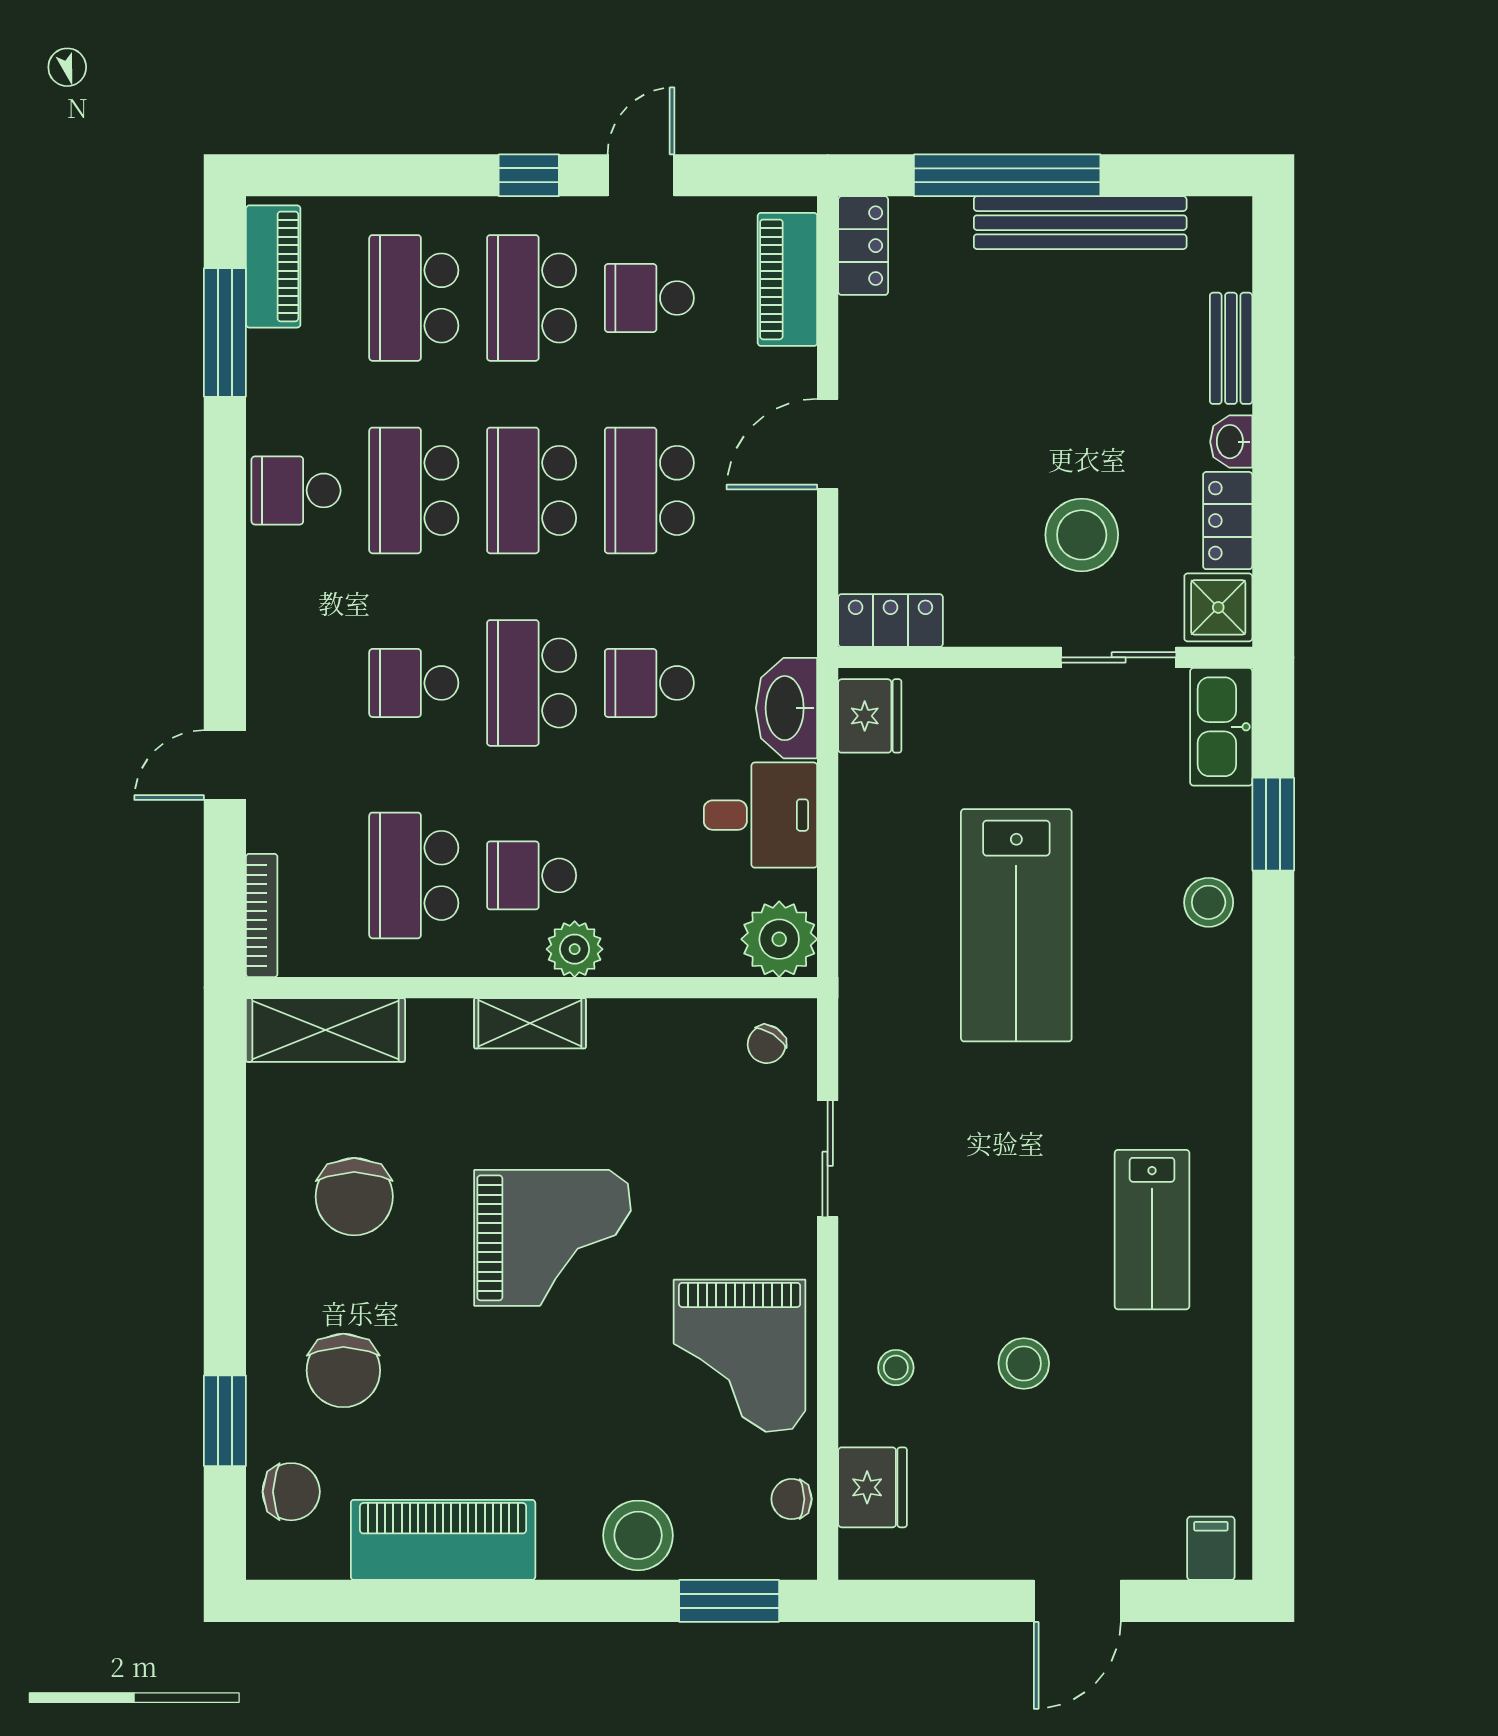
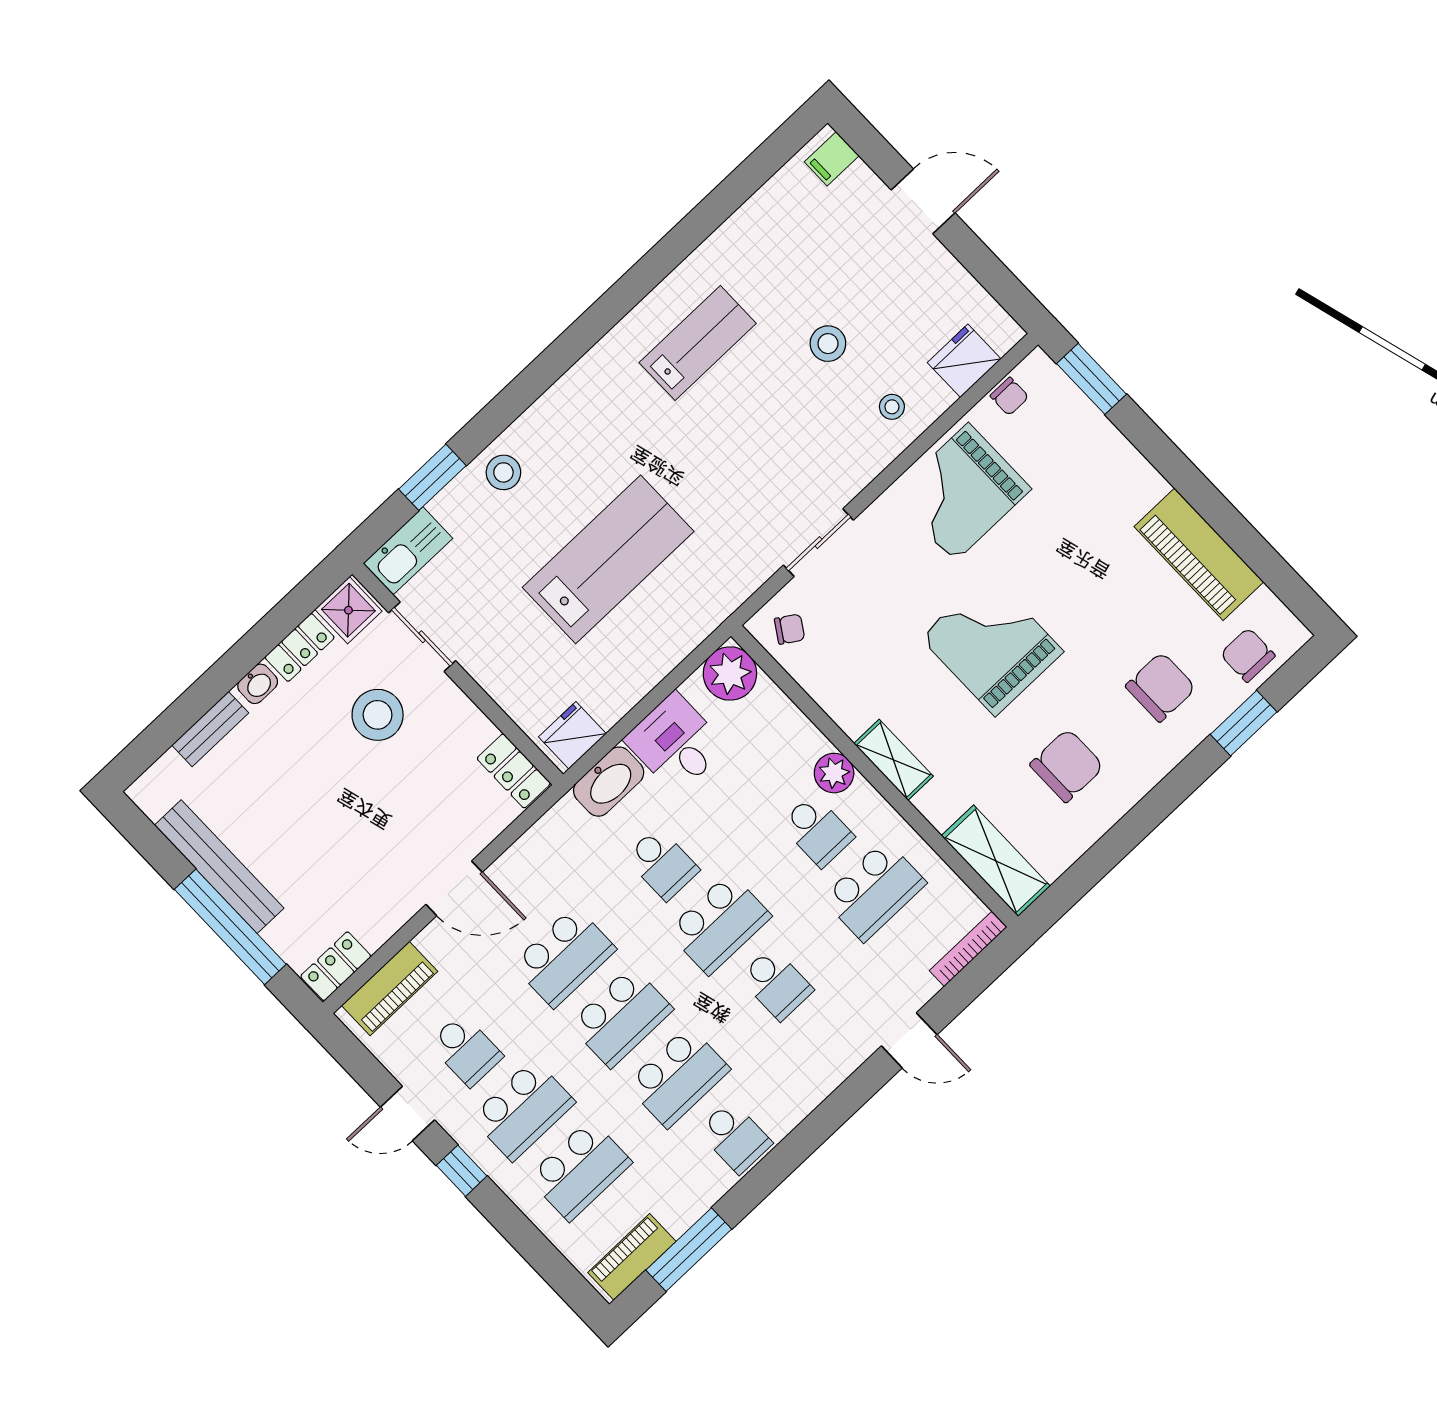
grand piano: (740, 1356) -> (962, 492), turned 180
stool: (638, 1535) -> (1102, 457), removed

